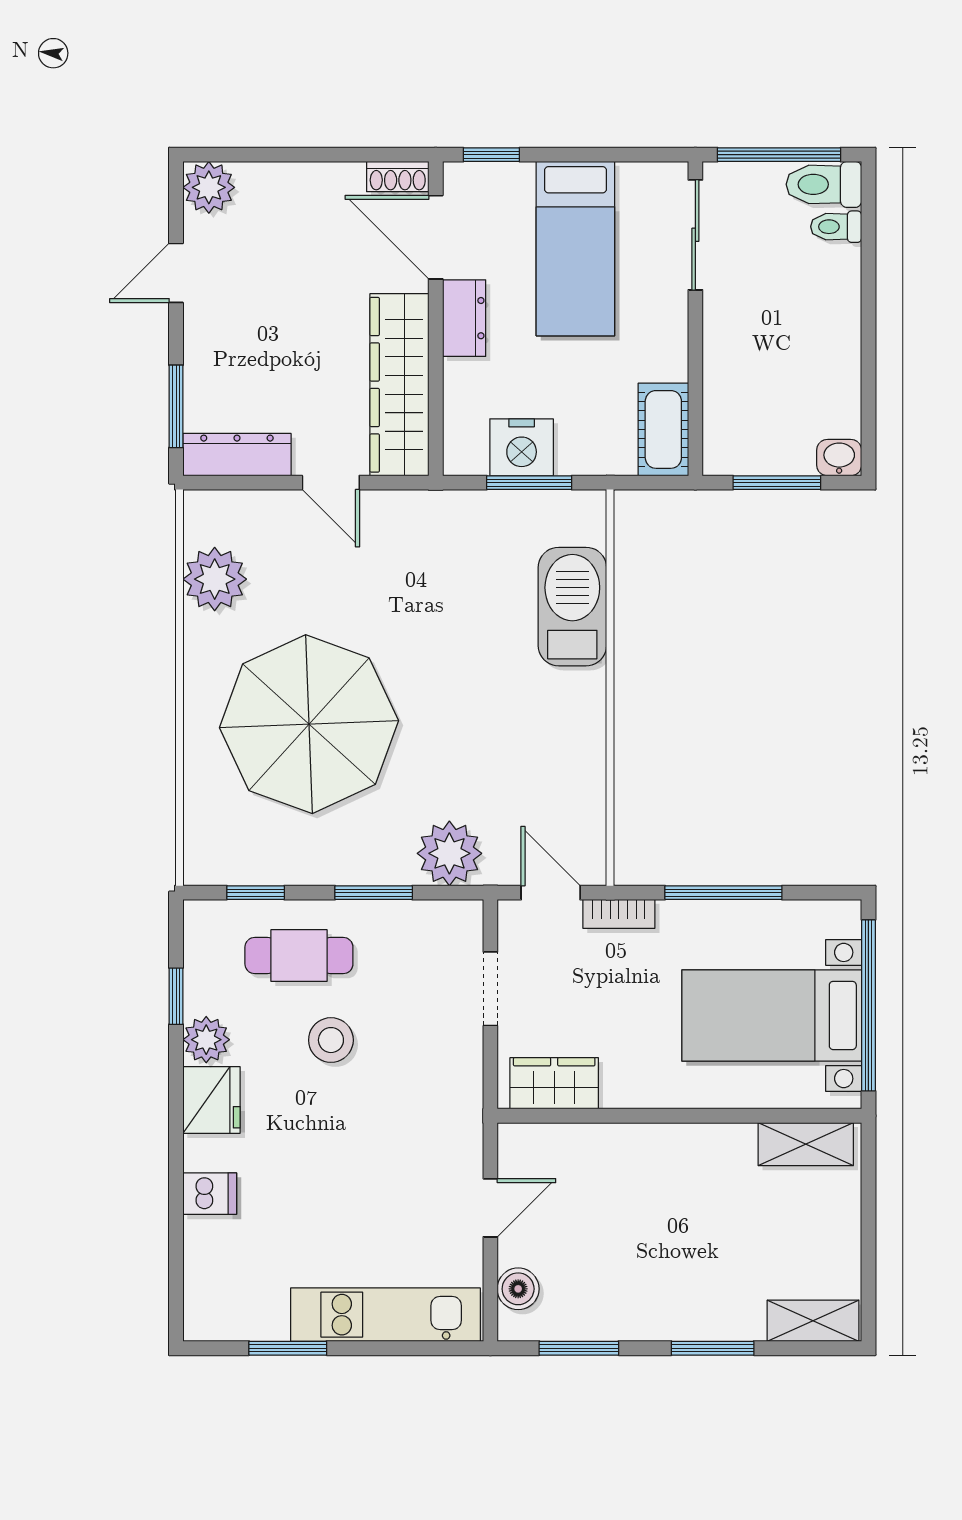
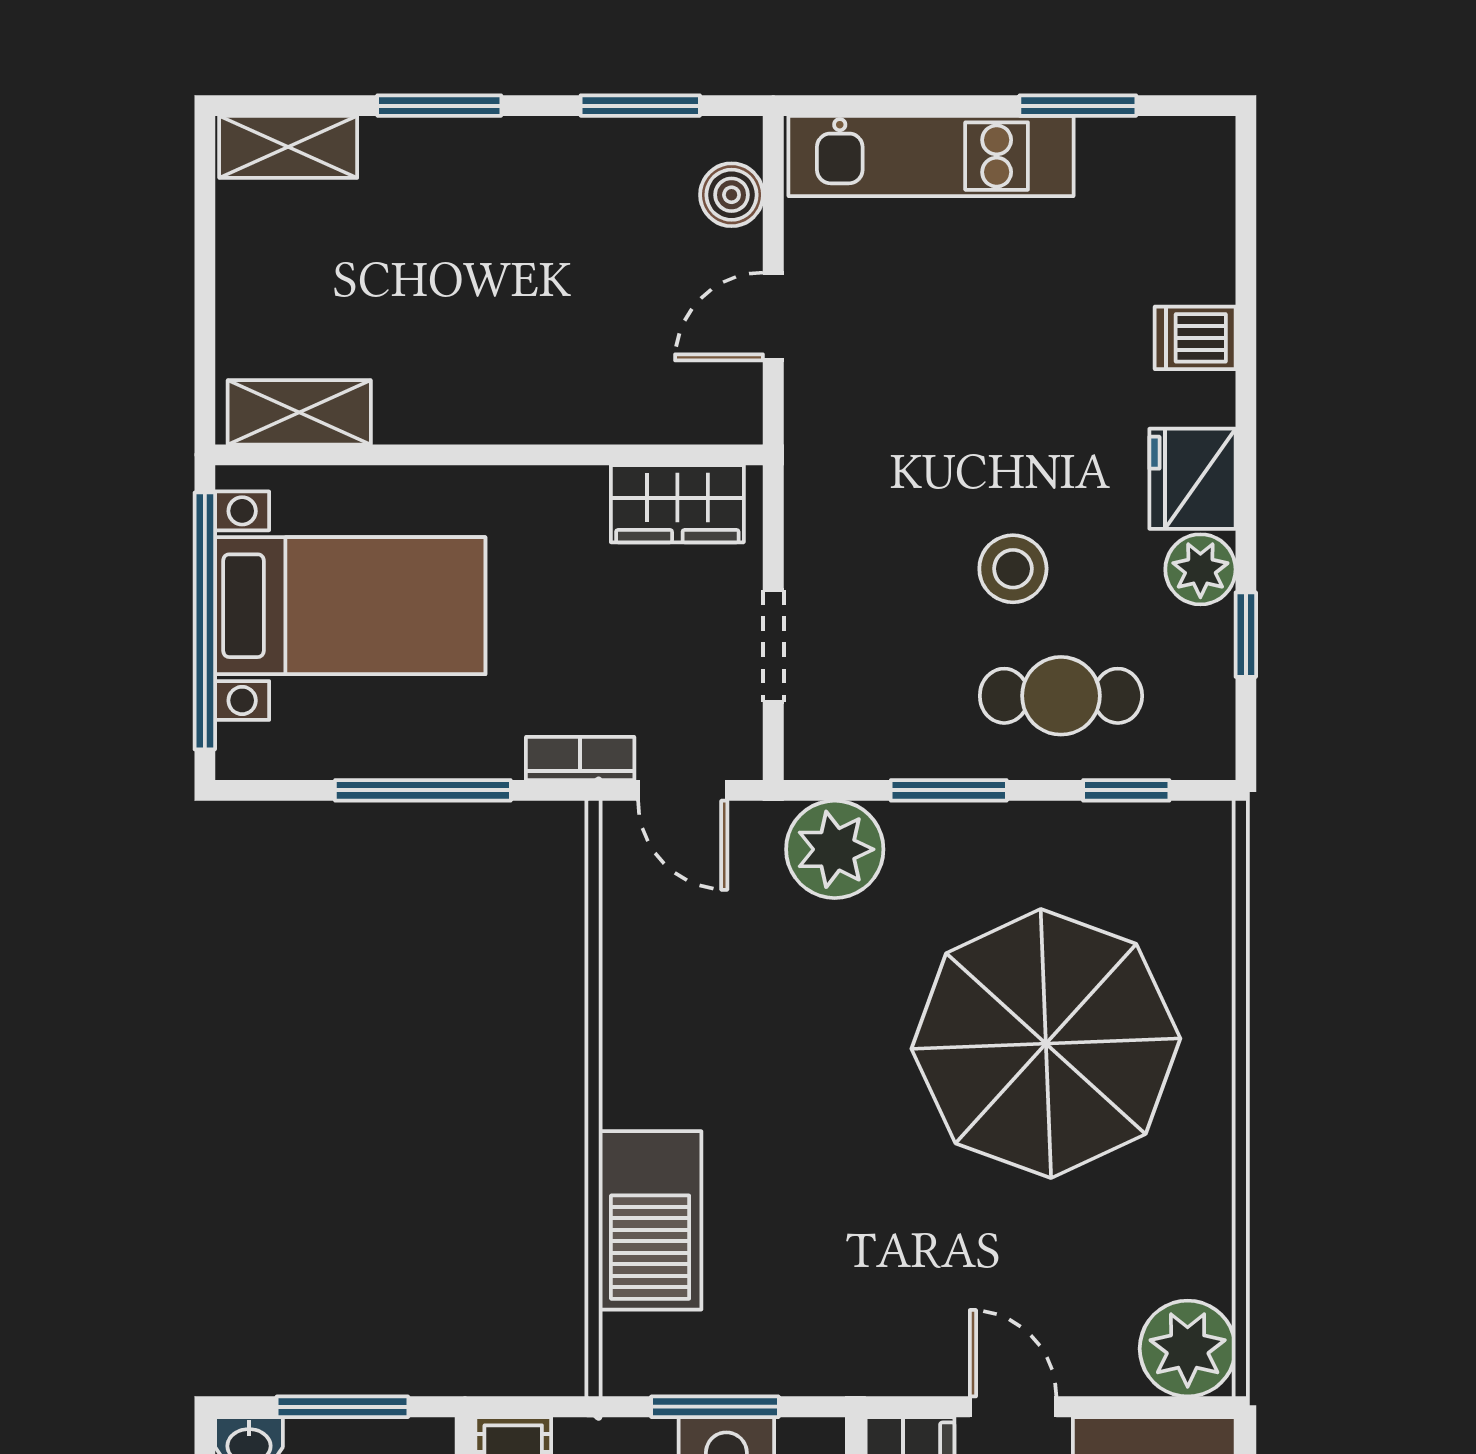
plant: (215, 579) -> (1188, 1349), moved

